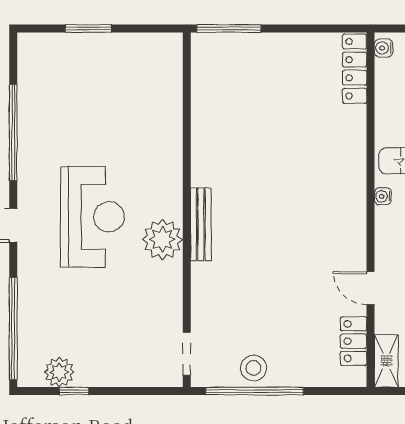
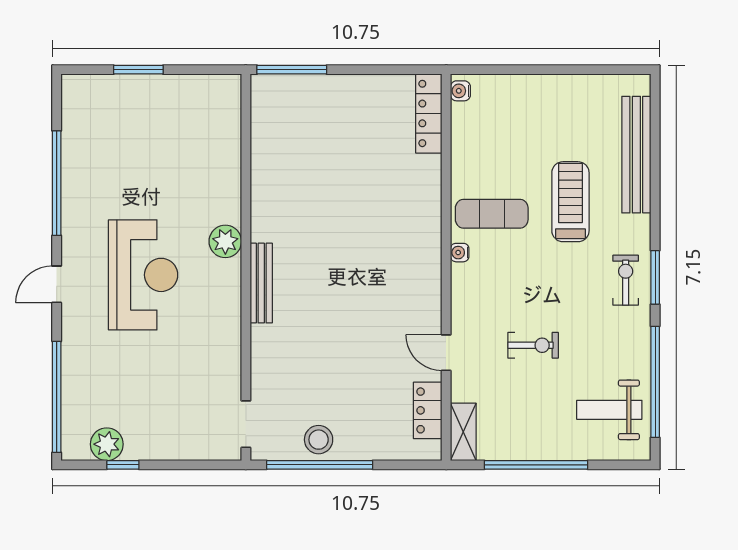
plant: (162, 239) -> (225, 241), moved, width x0.73, depth x0.73

